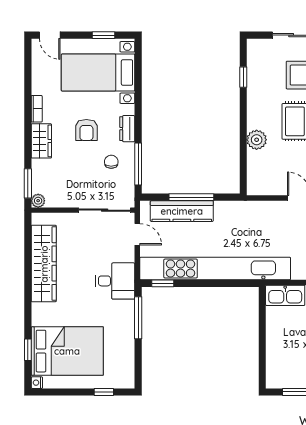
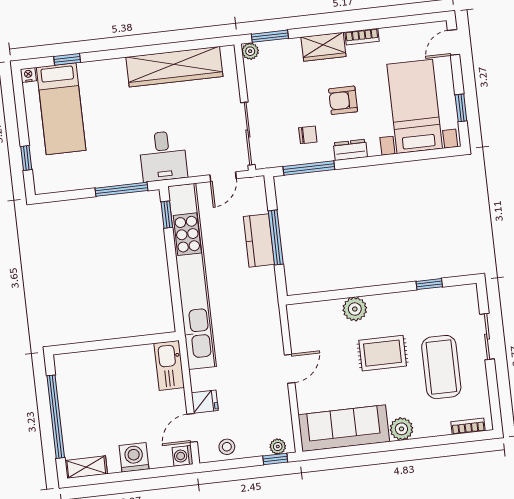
kitchen counter: (182, 211) -> (259, 240), width x0.67
bed: (67, 351) -> (61, 109), width x0.67

